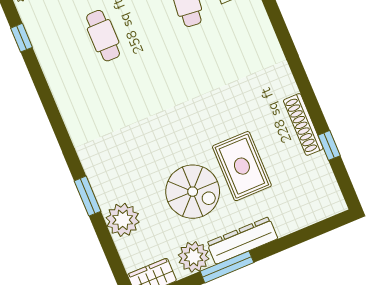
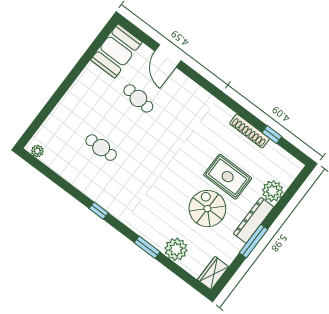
window: (22, 38) -> (99, 211), moved
spiral stairs: (193, 192) -> (207, 209), turned -90
plant: (194, 257) -> (273, 191), moved

